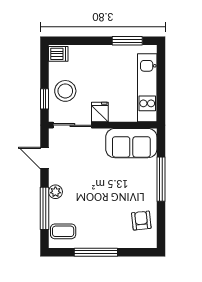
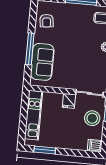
sofa: (131, 143) -> (42, 62), moved, turned 90

